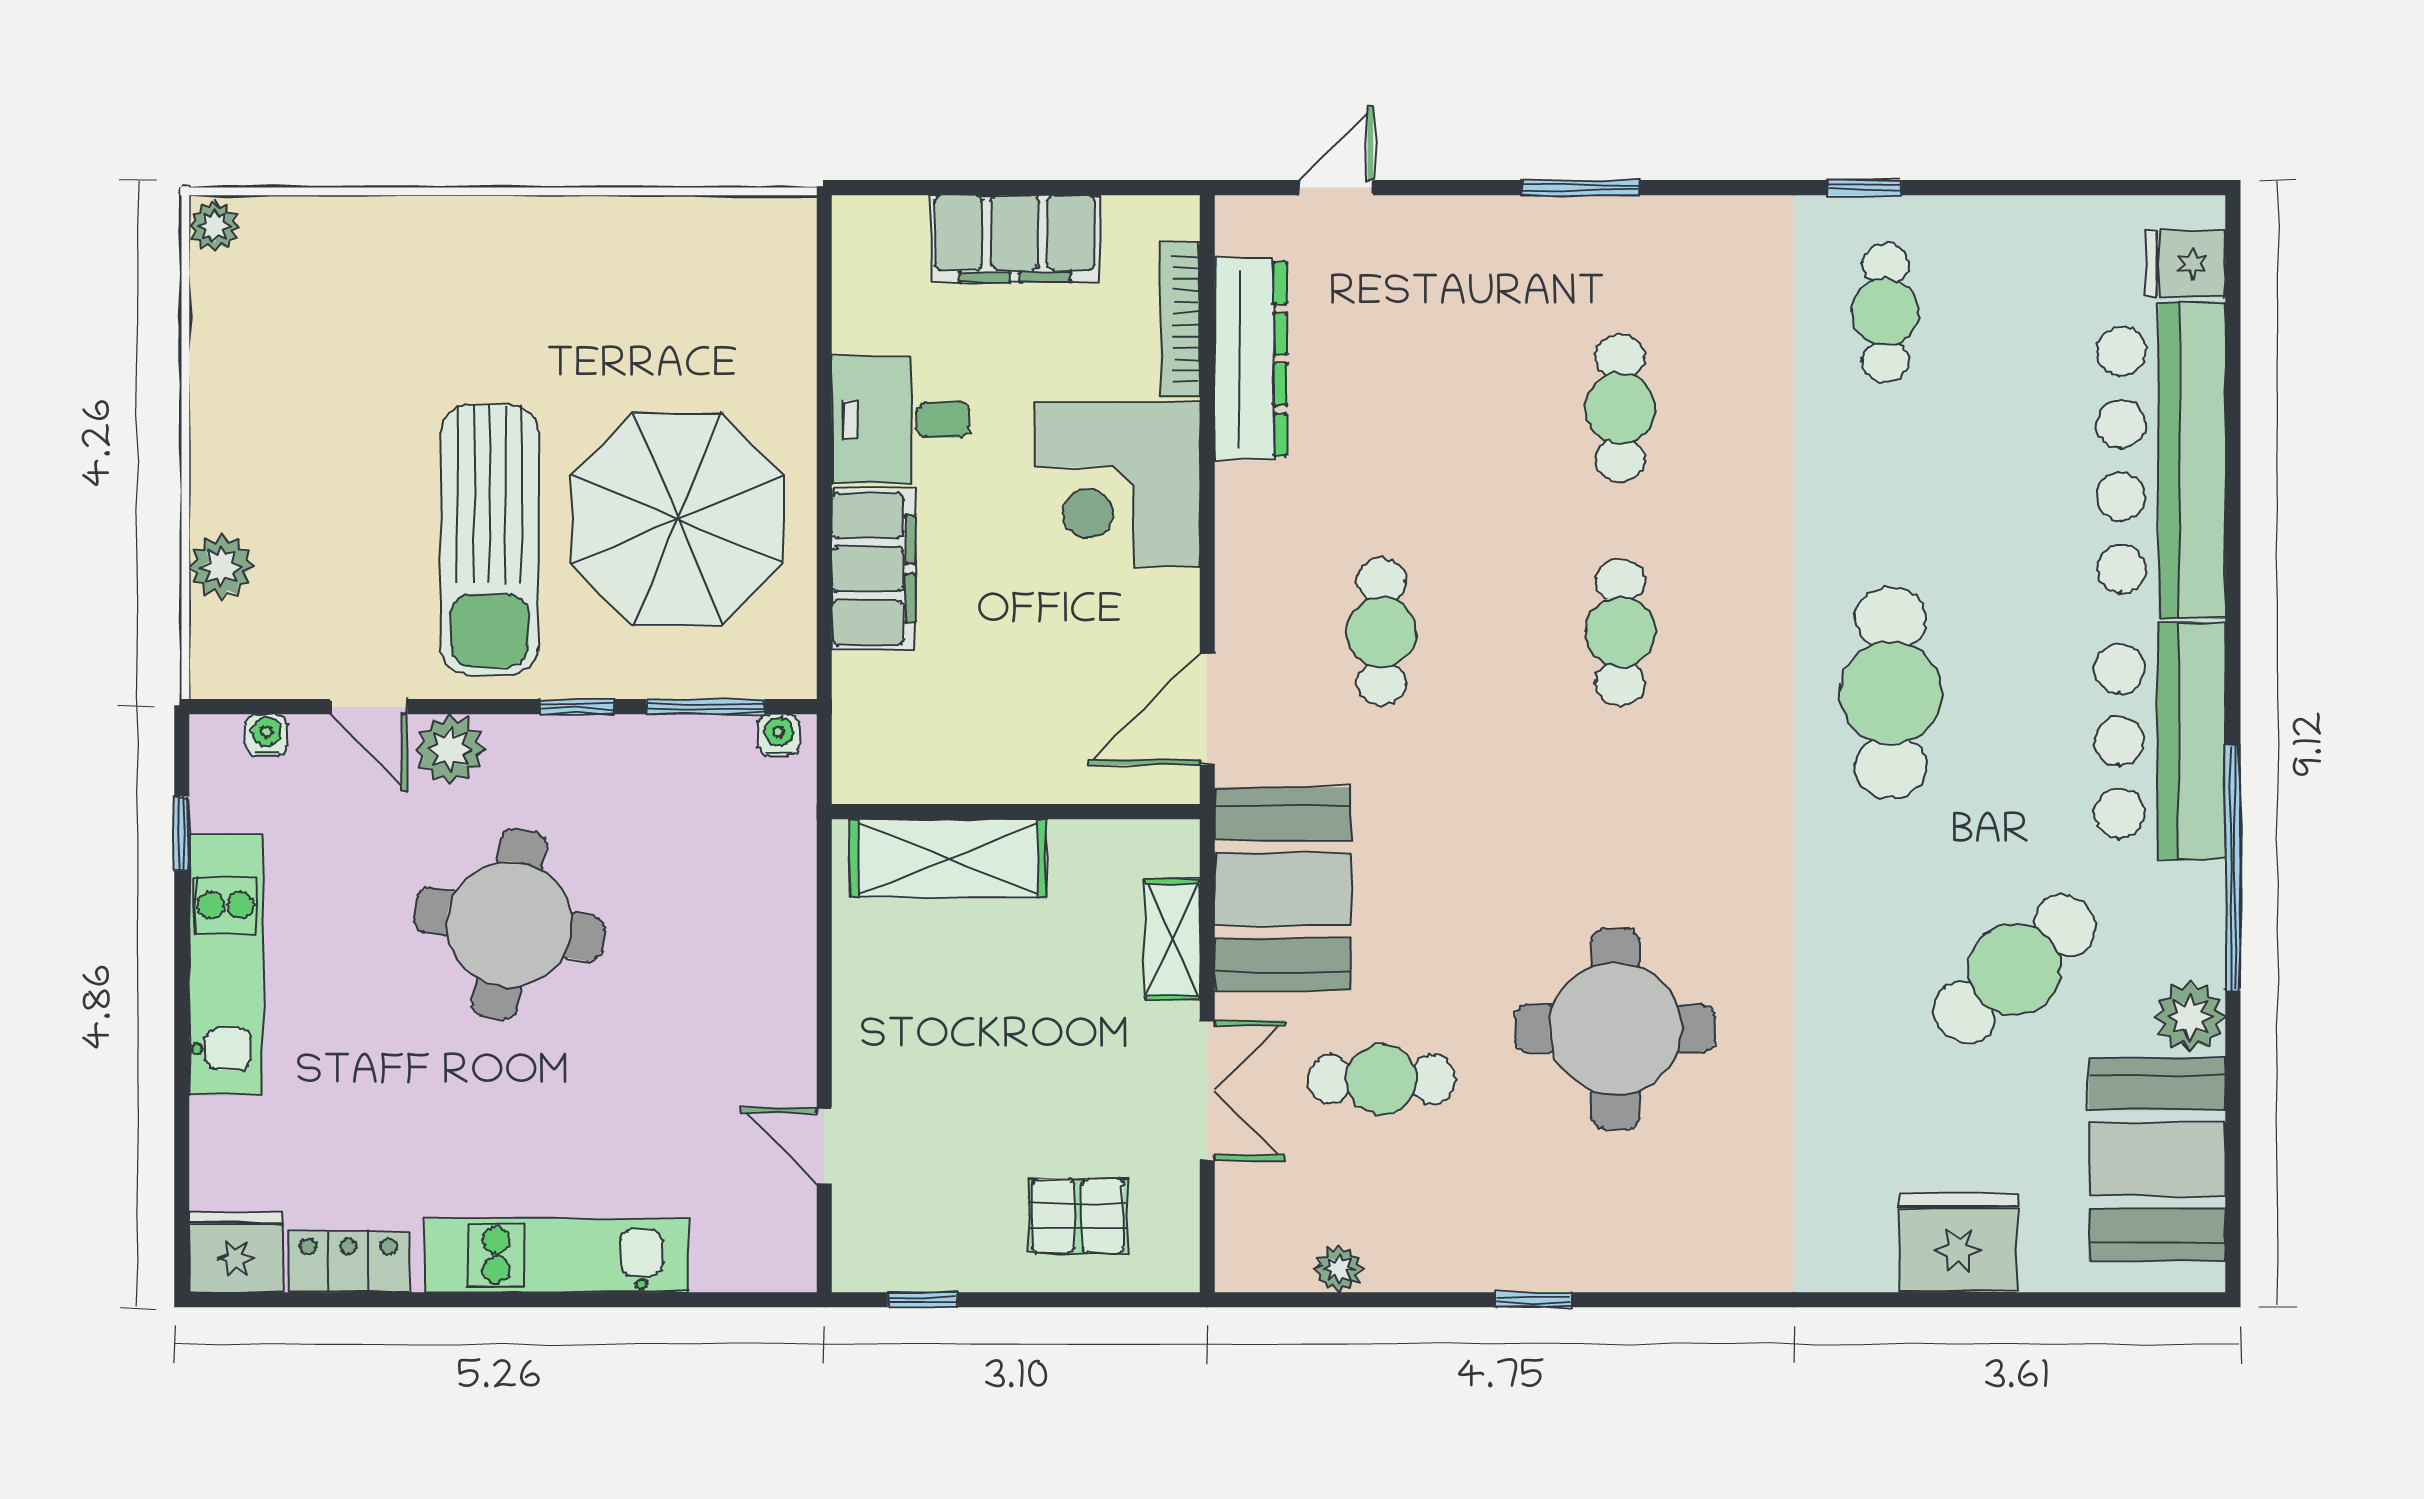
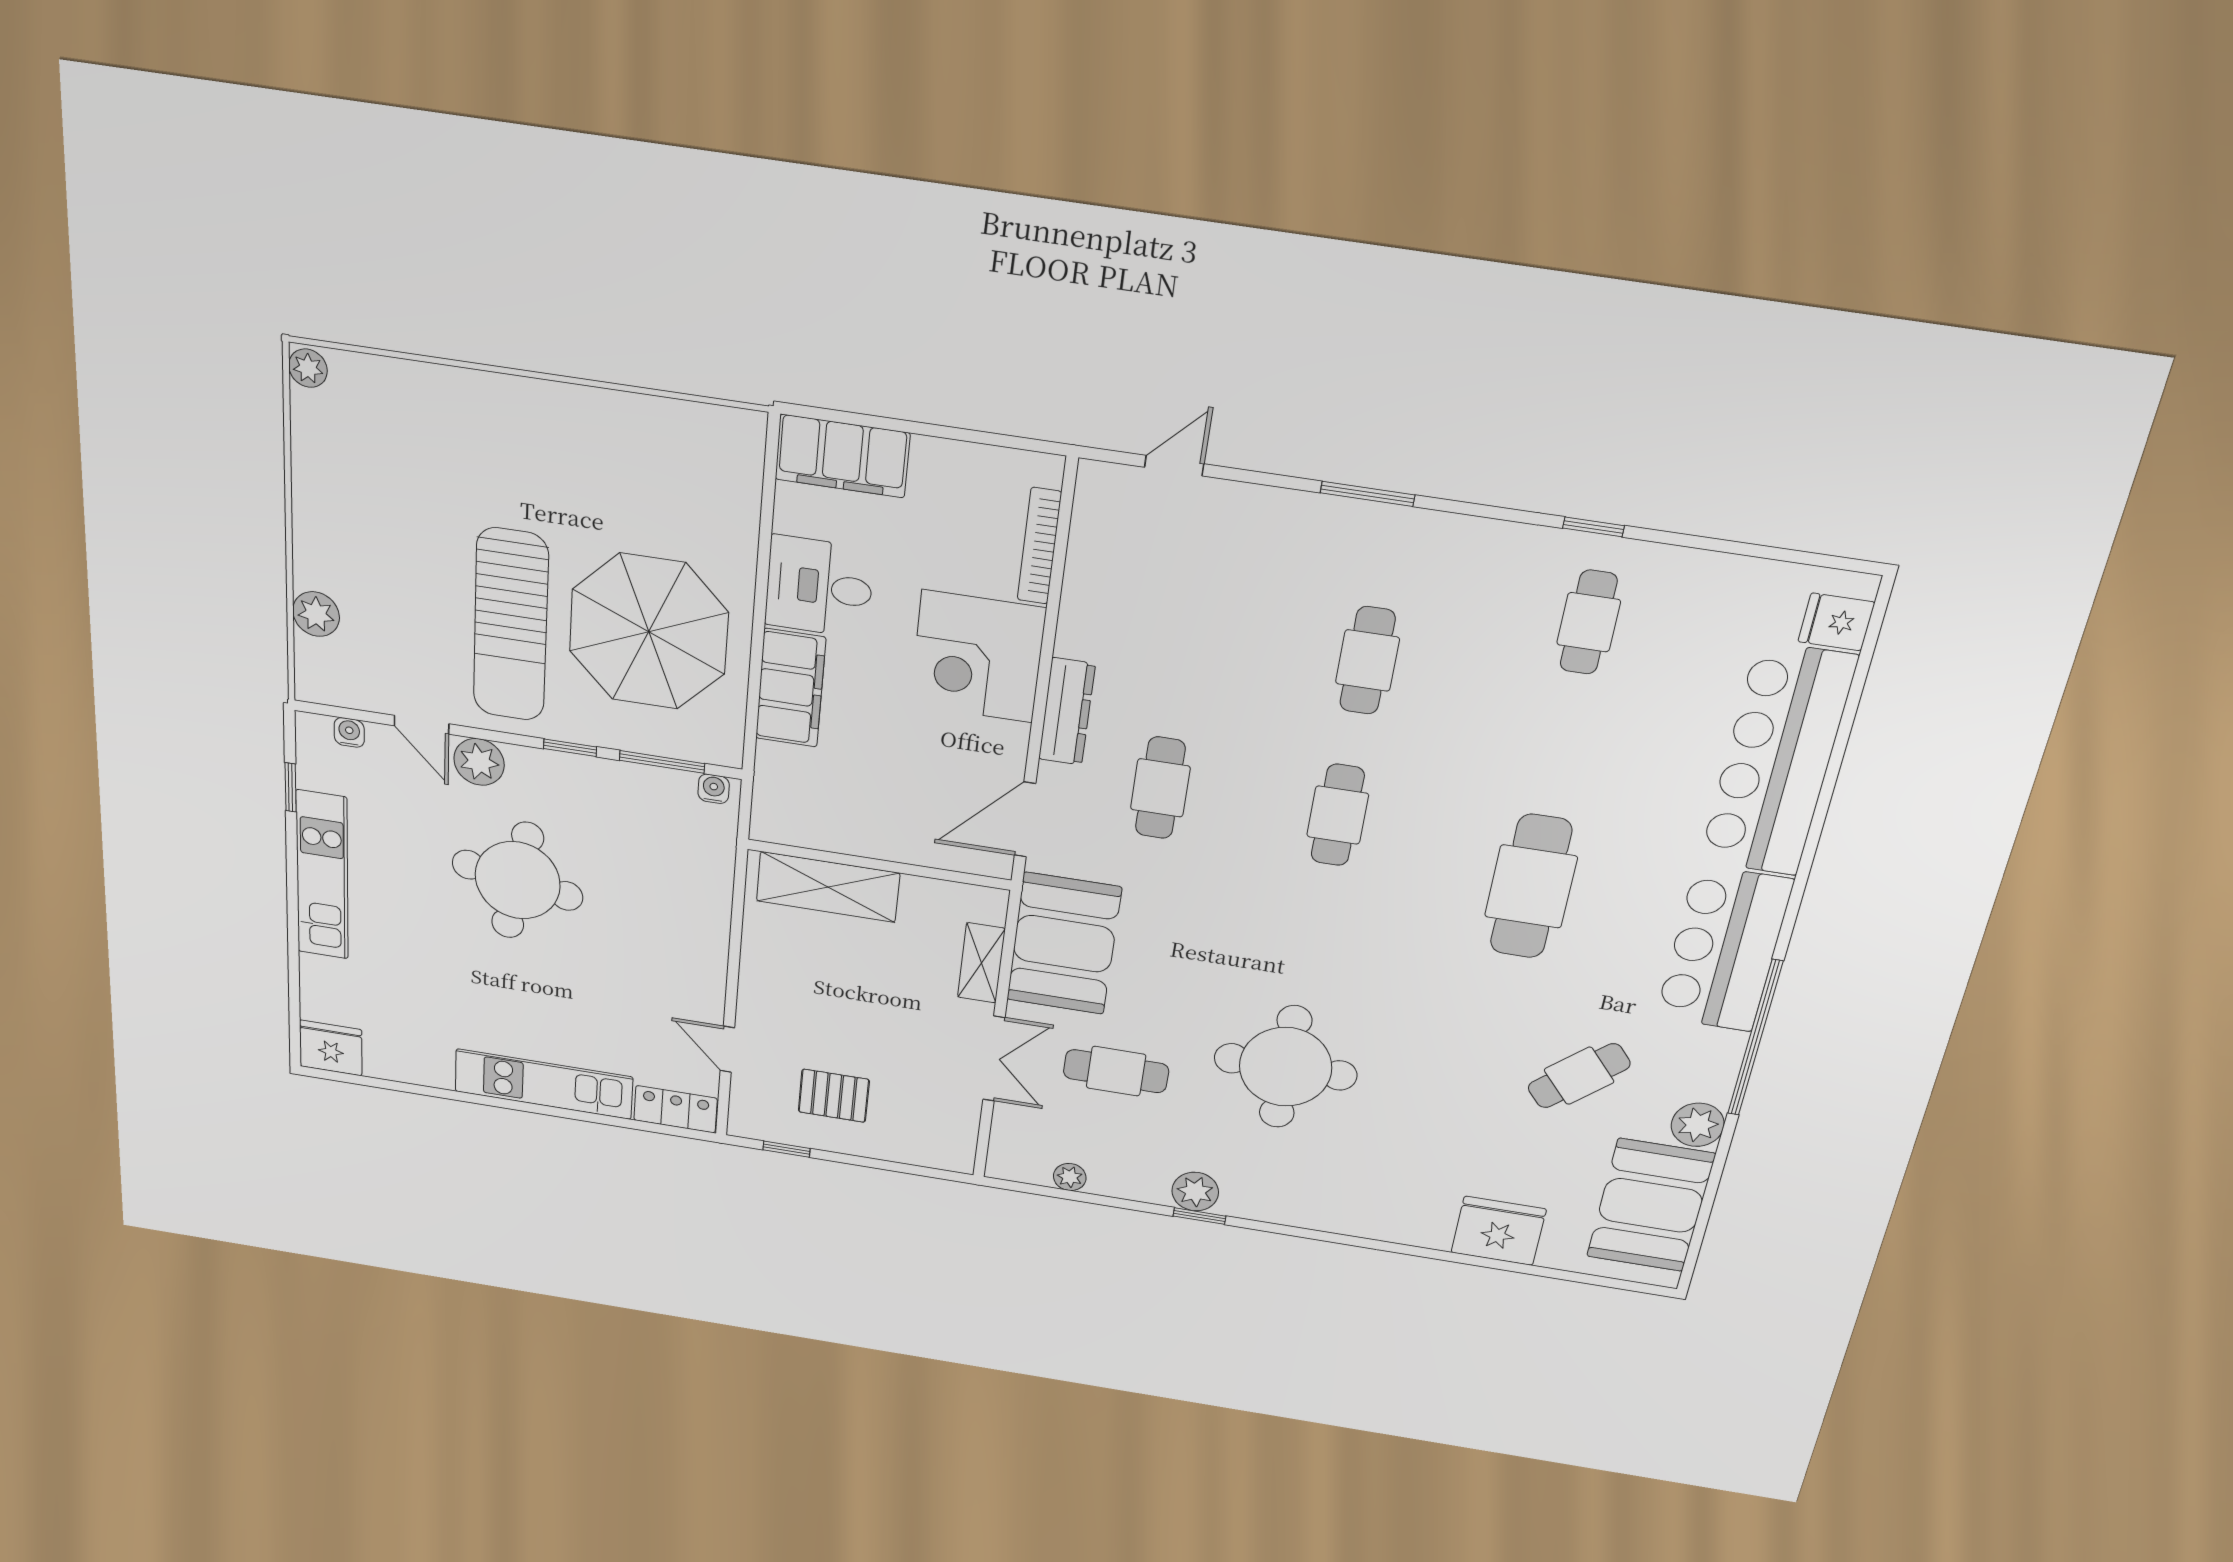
filing cabinet: (1015, 239) -> (842, 456), moved
dresser: (1251, 359) -> (1067, 712), moved, width x0.73, depth x0.80
cafe table: (2015, 969) -> (1579, 1076), width x0.73, depth x0.74
pallet: (1078, 1216) -> (834, 1096), moved
plant: (1521, 1259) -> (1195, 1192), added
locker: (348, 1262) -> (676, 1109), moved

